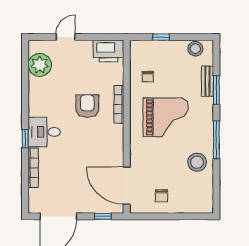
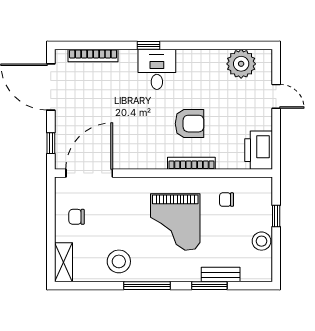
stool: (195, 49) -> (261, 241), moved
bookcase: (33, 168) -> (93, 56), moved
shelving: (198, 206) -> (64, 262), added

